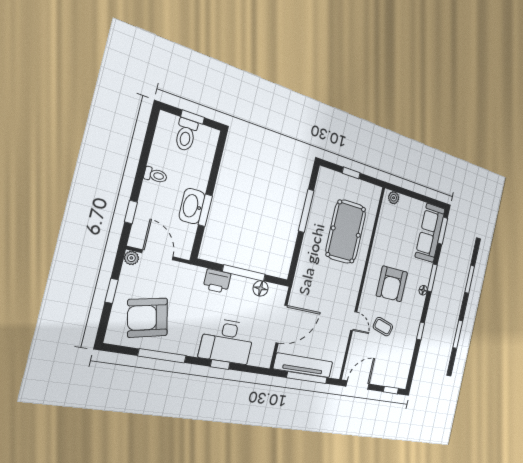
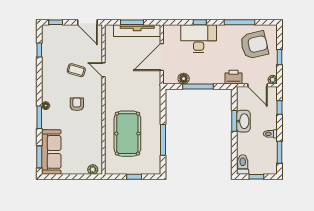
toilet: (186, 135) -> (243, 165), moved
window: (148, 142) -> (279, 152), added
printer: (217, 281) -> (233, 77), moved
armchair: (392, 284) -> (77, 104), width x0.53, depth x0.53
window: (421, 331) -> (39, 50), moved
window: (307, 378) -> (132, 22), width x0.69
door: (358, 385) -> (87, 22), hinge flipped

